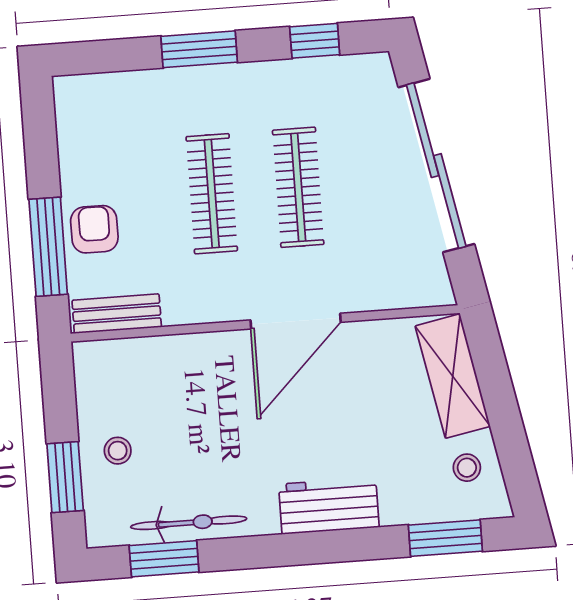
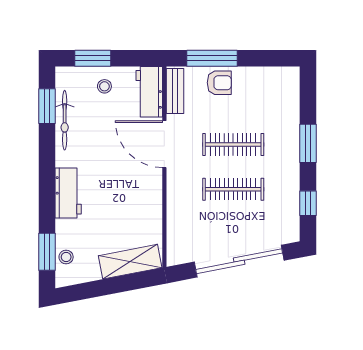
door: (296, 321) -> (164, 144), moved
workbench: (122, 363) -> (149, 92), added
stool: (467, 468) -> (66, 257), moved

